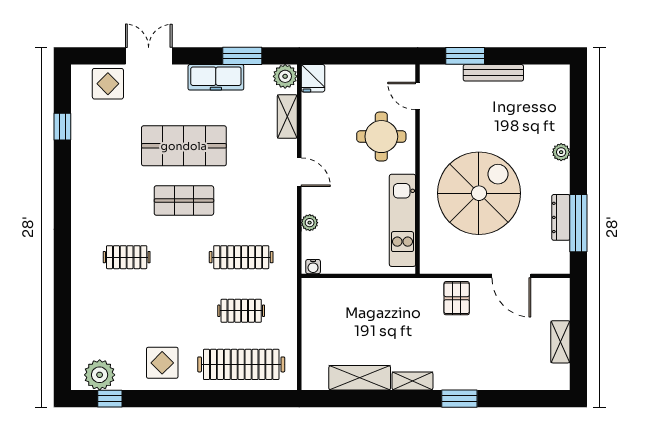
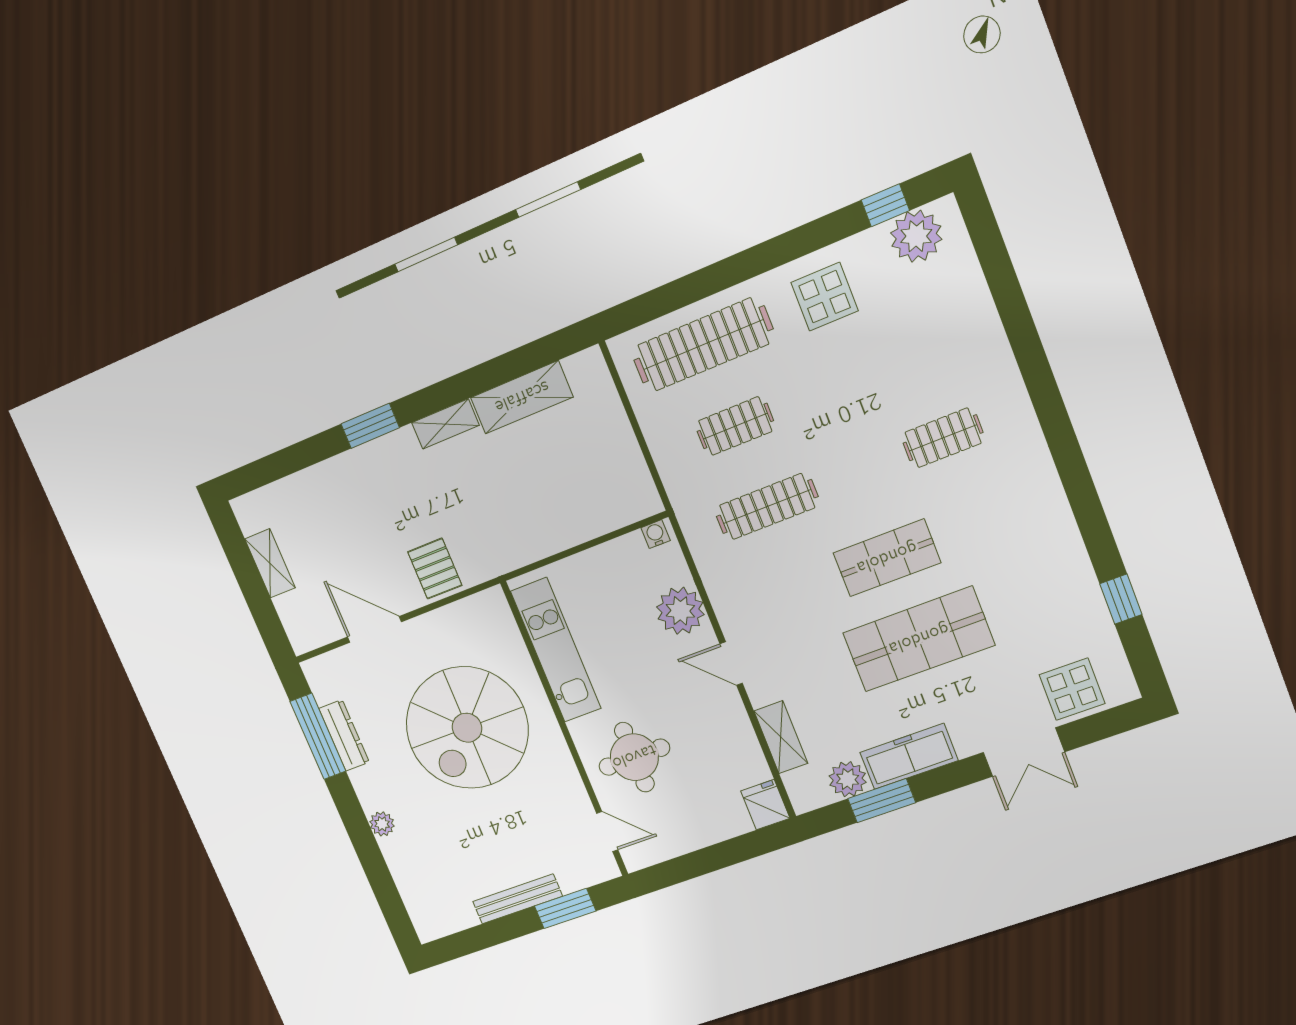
plant: (285, 76) -> (848, 779), moved
plant: (310, 223) -> (680, 611), width x1.88, depth x1.88

